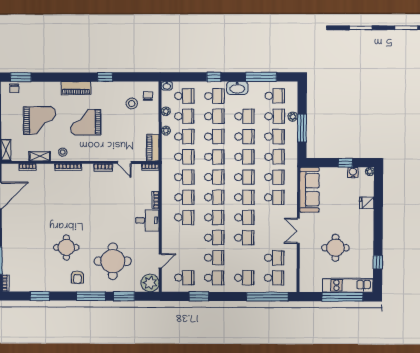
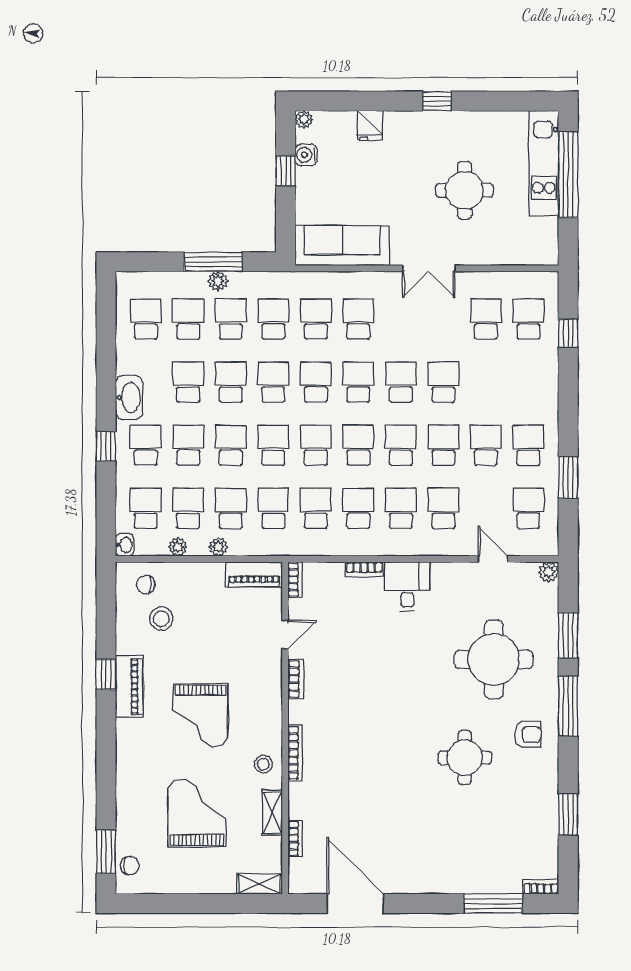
window: (261, 77) -> (106, 348), removed
piano: (76, 88) -> (129, 686), moved
plant: (293, 117) -> (218, 281), moved
window: (378, 262) -> (437, 101), moved
school desk: (244, 278) -> (443, 508), moved
plant: (150, 283) -> (549, 572), width x0.53, depth x0.53
window: (267, 297) -> (568, 333), width x0.32

